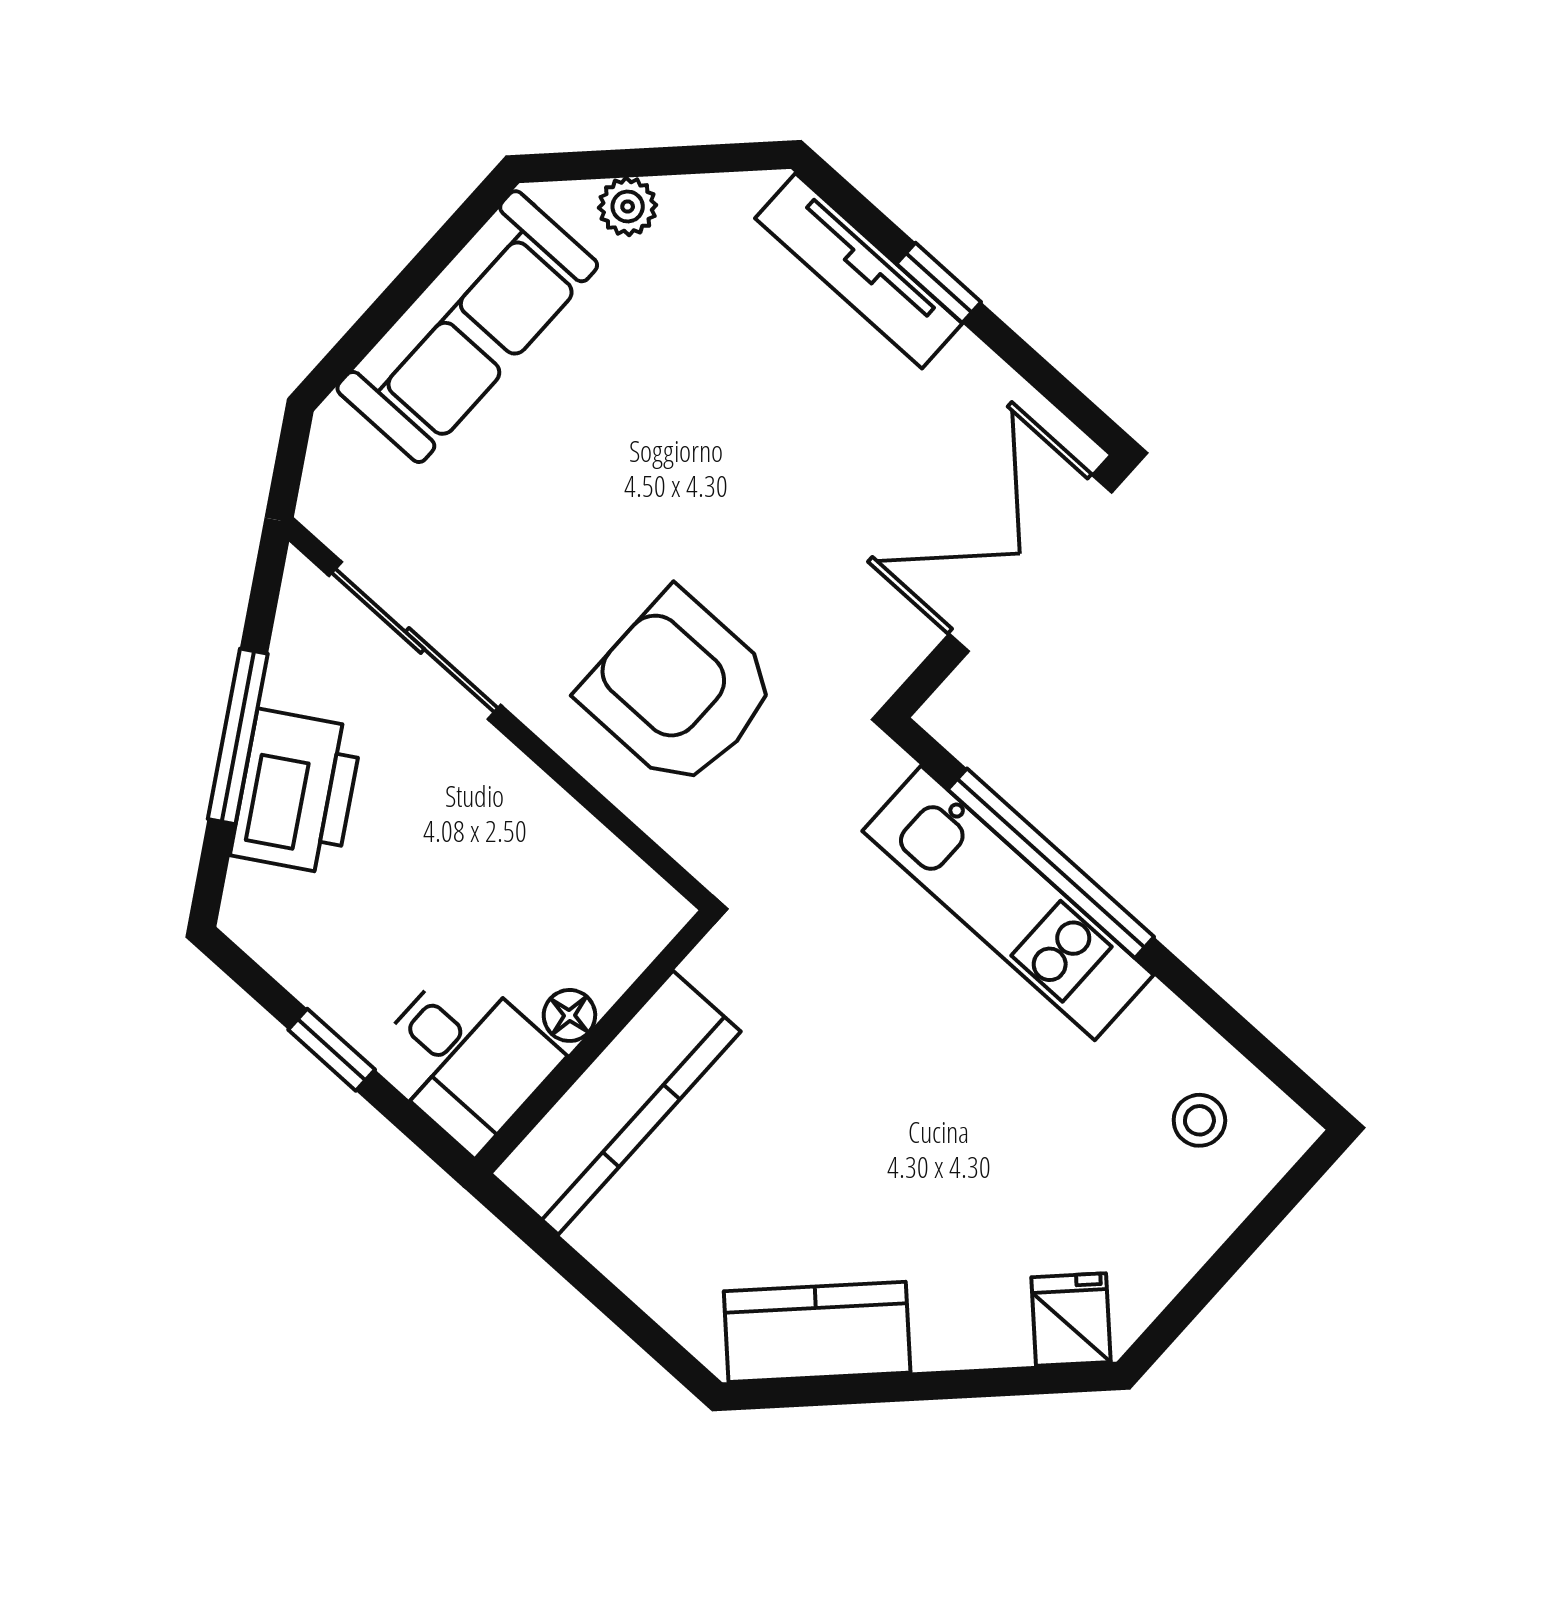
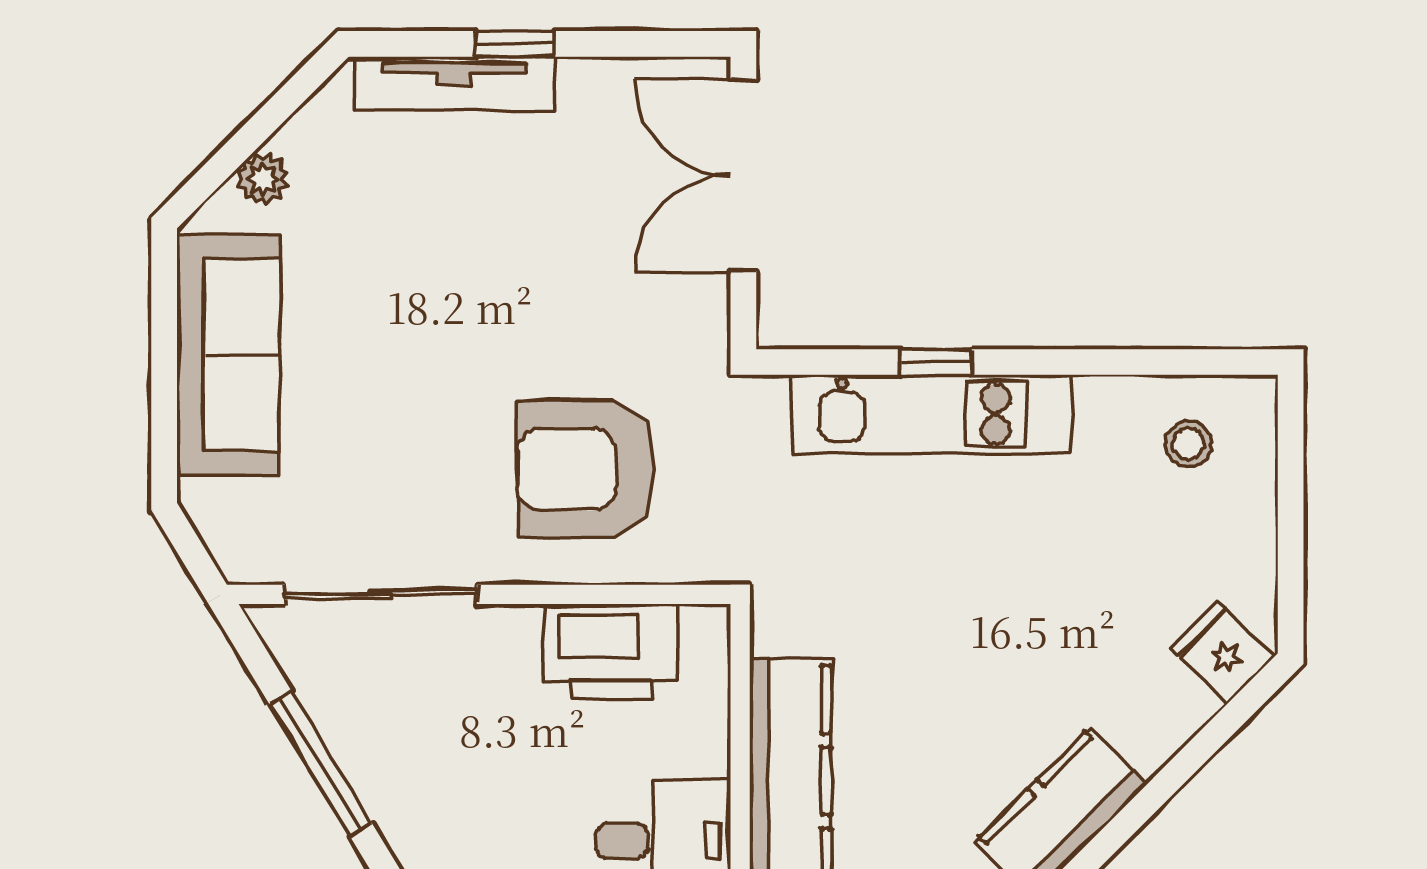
printer: (297, 792) -> (611, 652), moved, turned 121
window: (1051, 863) -> (936, 362), width x0.32
floor lamp: (569, 1015) -> (708, 751), removed

